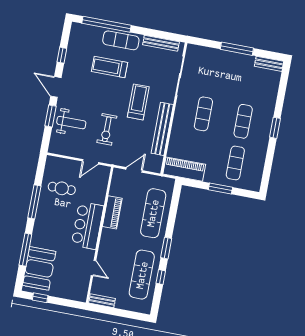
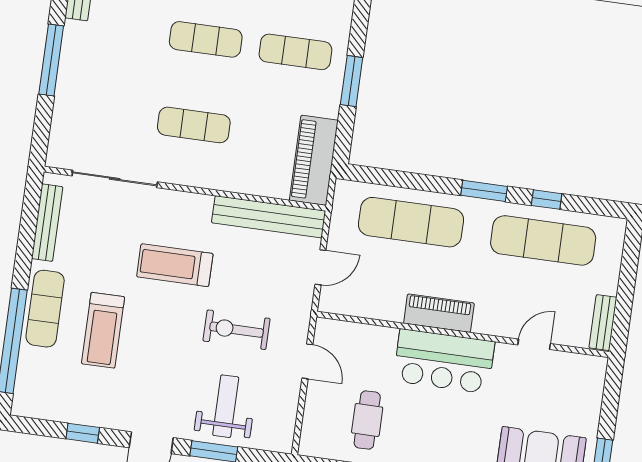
exercise bike: (107, 129) -> (236, 330), turned 180
bench: (162, 129) -> (269, 217), moved
door: (134, 170) -> (320, 267), swing flipped
piano: (112, 212) -> (439, 313), moved

